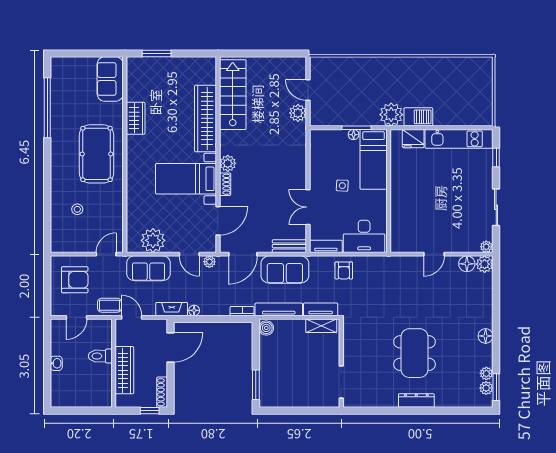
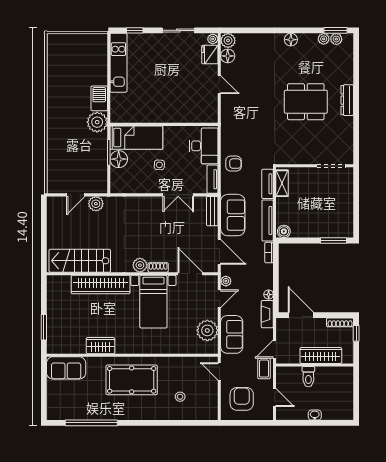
floor lamp: (354, 135) -> (119, 159), width x1.89, depth x1.89
fridge: (413, 139) -> (210, 55), moved, turned 180

